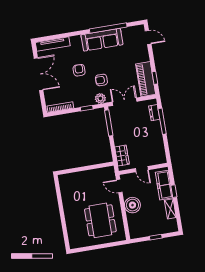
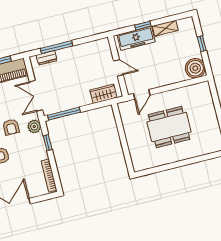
door: (142, 169) -> (118, 68), hinge flipped
boiler: (132, 205) -> (195, 68), moved
dining table: (100, 220) -> (169, 127), moved

